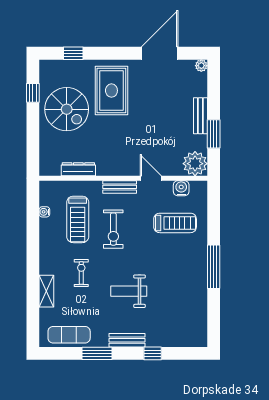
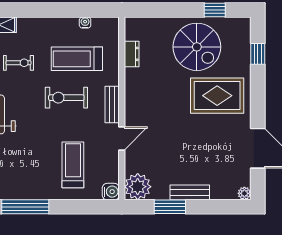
spiral stairs: (67, 109) -> (197, 47), turned -90
dresser: (78, 169) -> (132, 54), width x0.70
water cooler: (181, 188) -> (111, 192), moved
treadmill: (175, 223) -> (73, 165), turned 180

